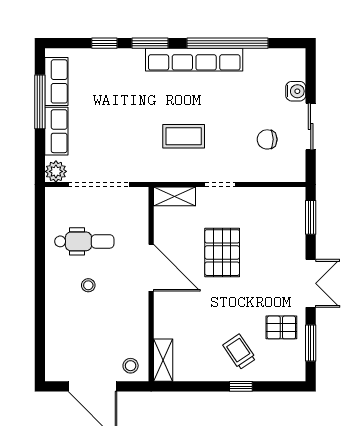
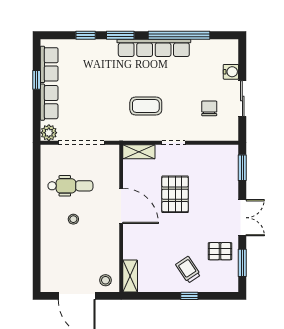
window: (40, 102) -> (37, 80), width x0.46
chair: (267, 139) -> (209, 108), turned 90

